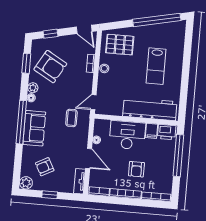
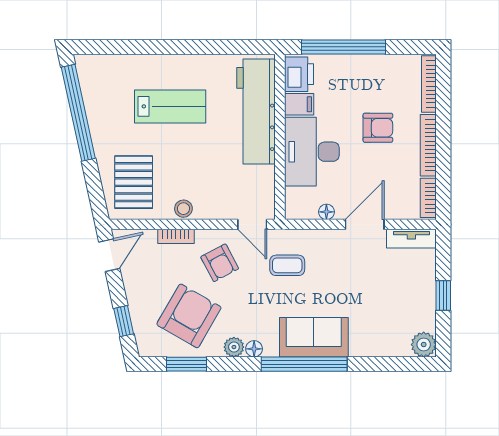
armchair: (45, 167) -> (220, 263), moved

